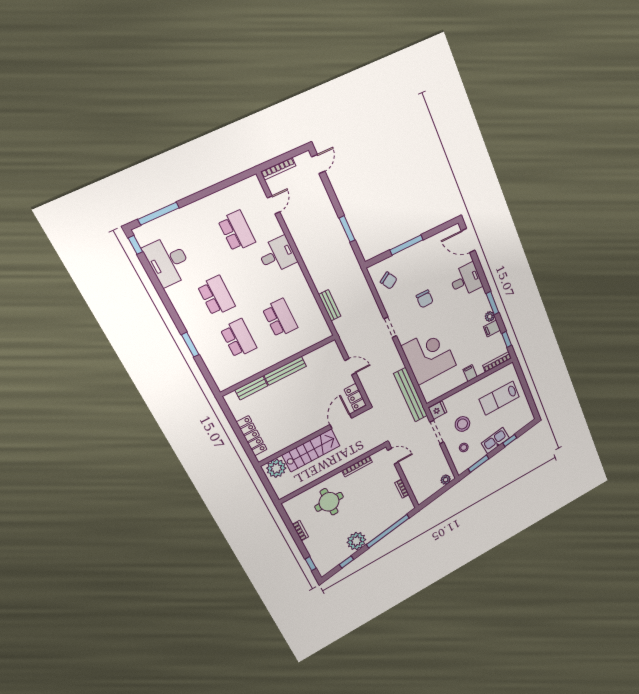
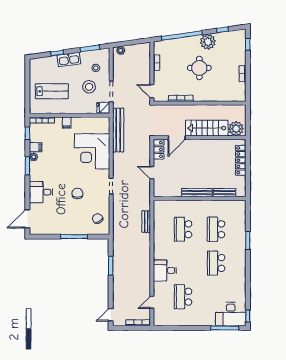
door: (468, 241) -> (27, 219), swing flipped
desk: (168, 261) -> (231, 314), moved, turned 90
round table: (329, 502) -> (199, 68), moved

